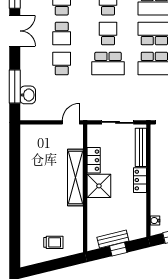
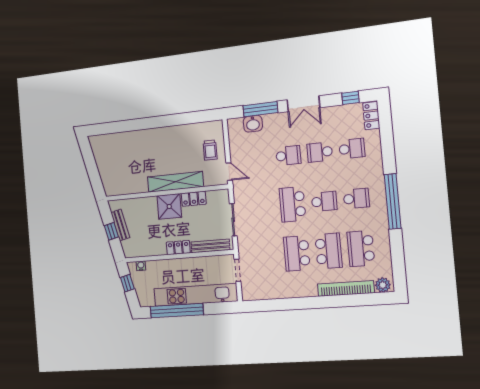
double door: (15, 31) -> (303, 104), moved
trolley: (53, 242) -> (210, 150), moved

